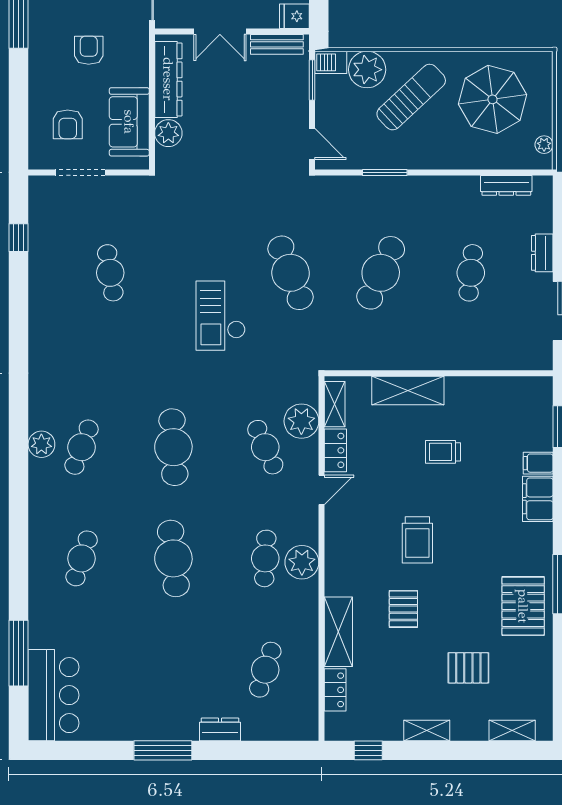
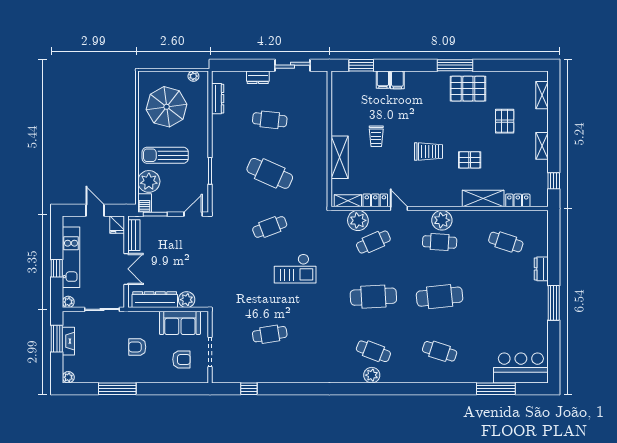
sun lounger: (411, 97) -> (165, 155), turned -47
cafe table: (291, 273) -> (270, 227), width x0.73, depth x0.74
filing cabinet: (538, 499) -> (397, 80), width x0.50

